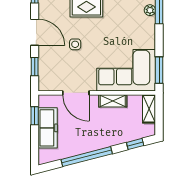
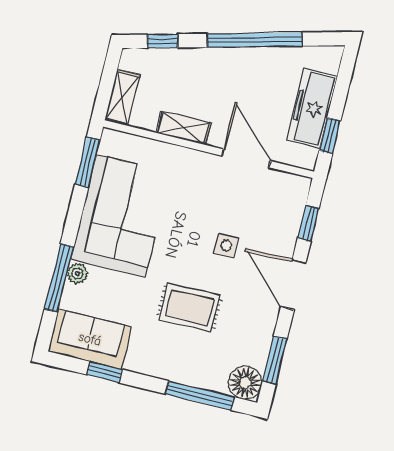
corner sofa: (126, 70) -> (121, 216), moved, turned -90

